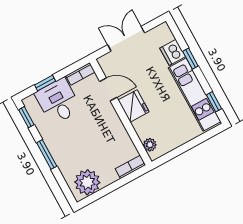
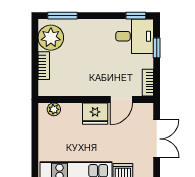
desk: (58, 101) -> (135, 36), moved
window: (47, 154) -> (62, 16), moved
bookcase: (130, 167) -> (44, 66), moved

